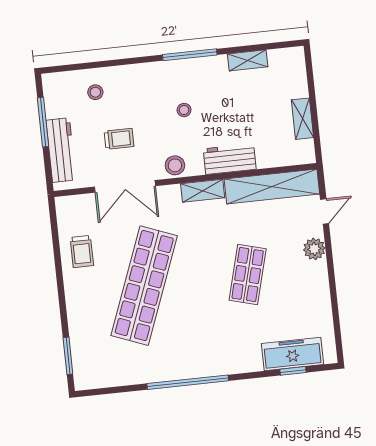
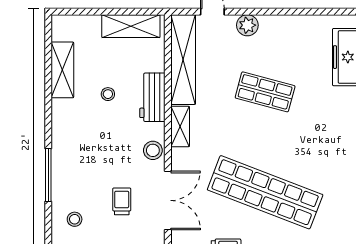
window: (190, 55) -> (48, 175), moved
shelving: (248, 60) -> (62, 70), width x1.50, depth x1.33
stool: (184, 110) -> (108, 94), moved
shelving: (303, 119) -> (131, 26), width x1.50, depth x1.33

